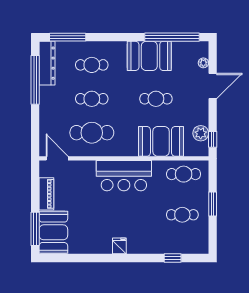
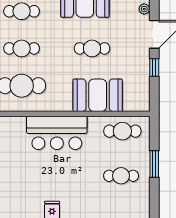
plant: (201, 133) -> (141, 86), removed
window: (213, 139) -> (154, 68), moved

